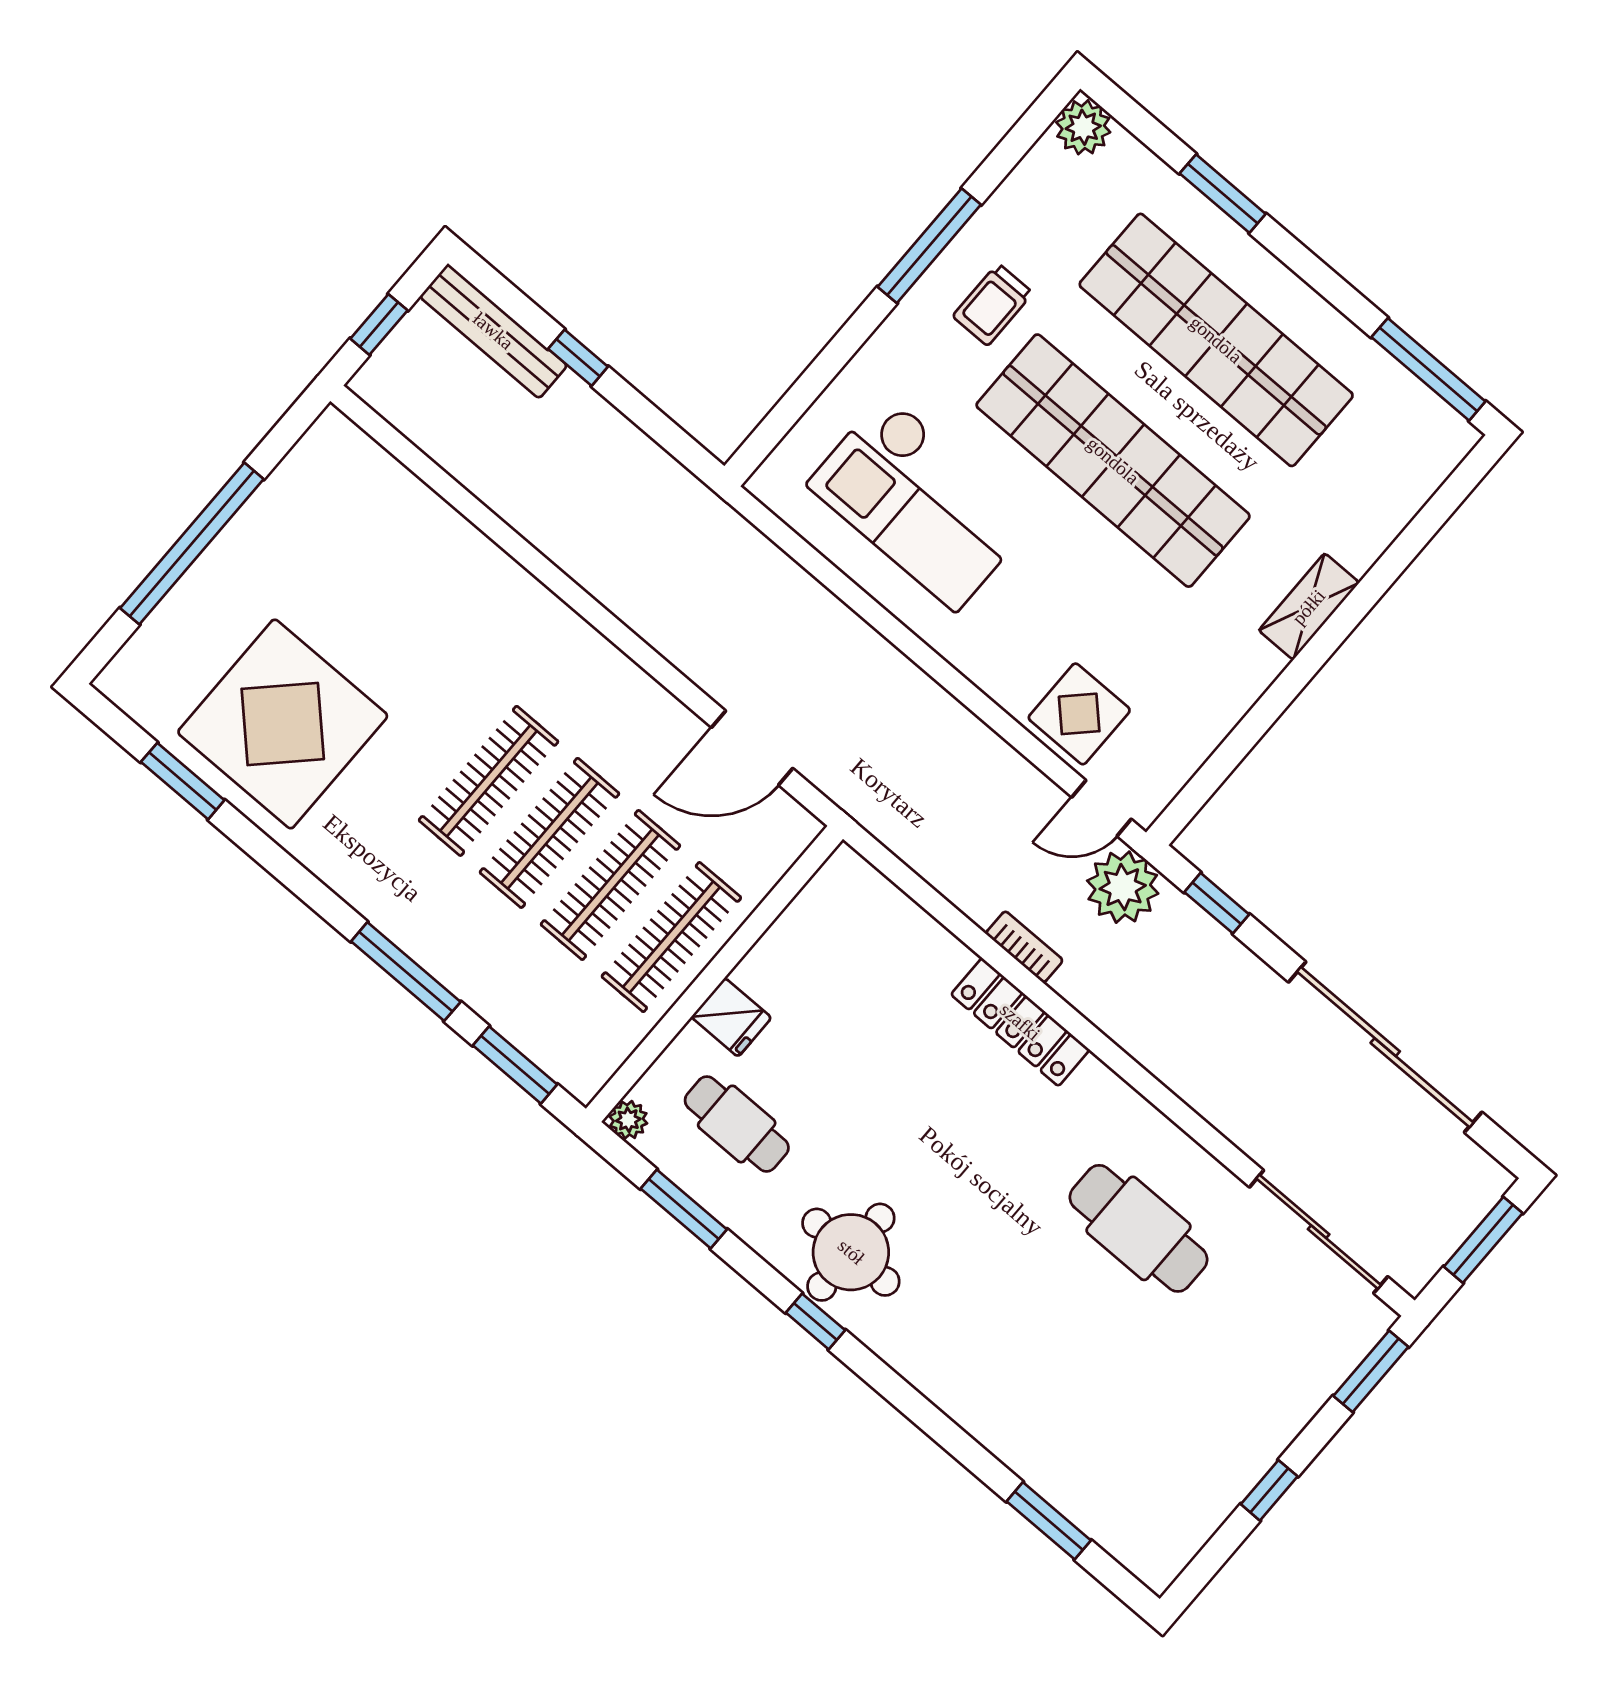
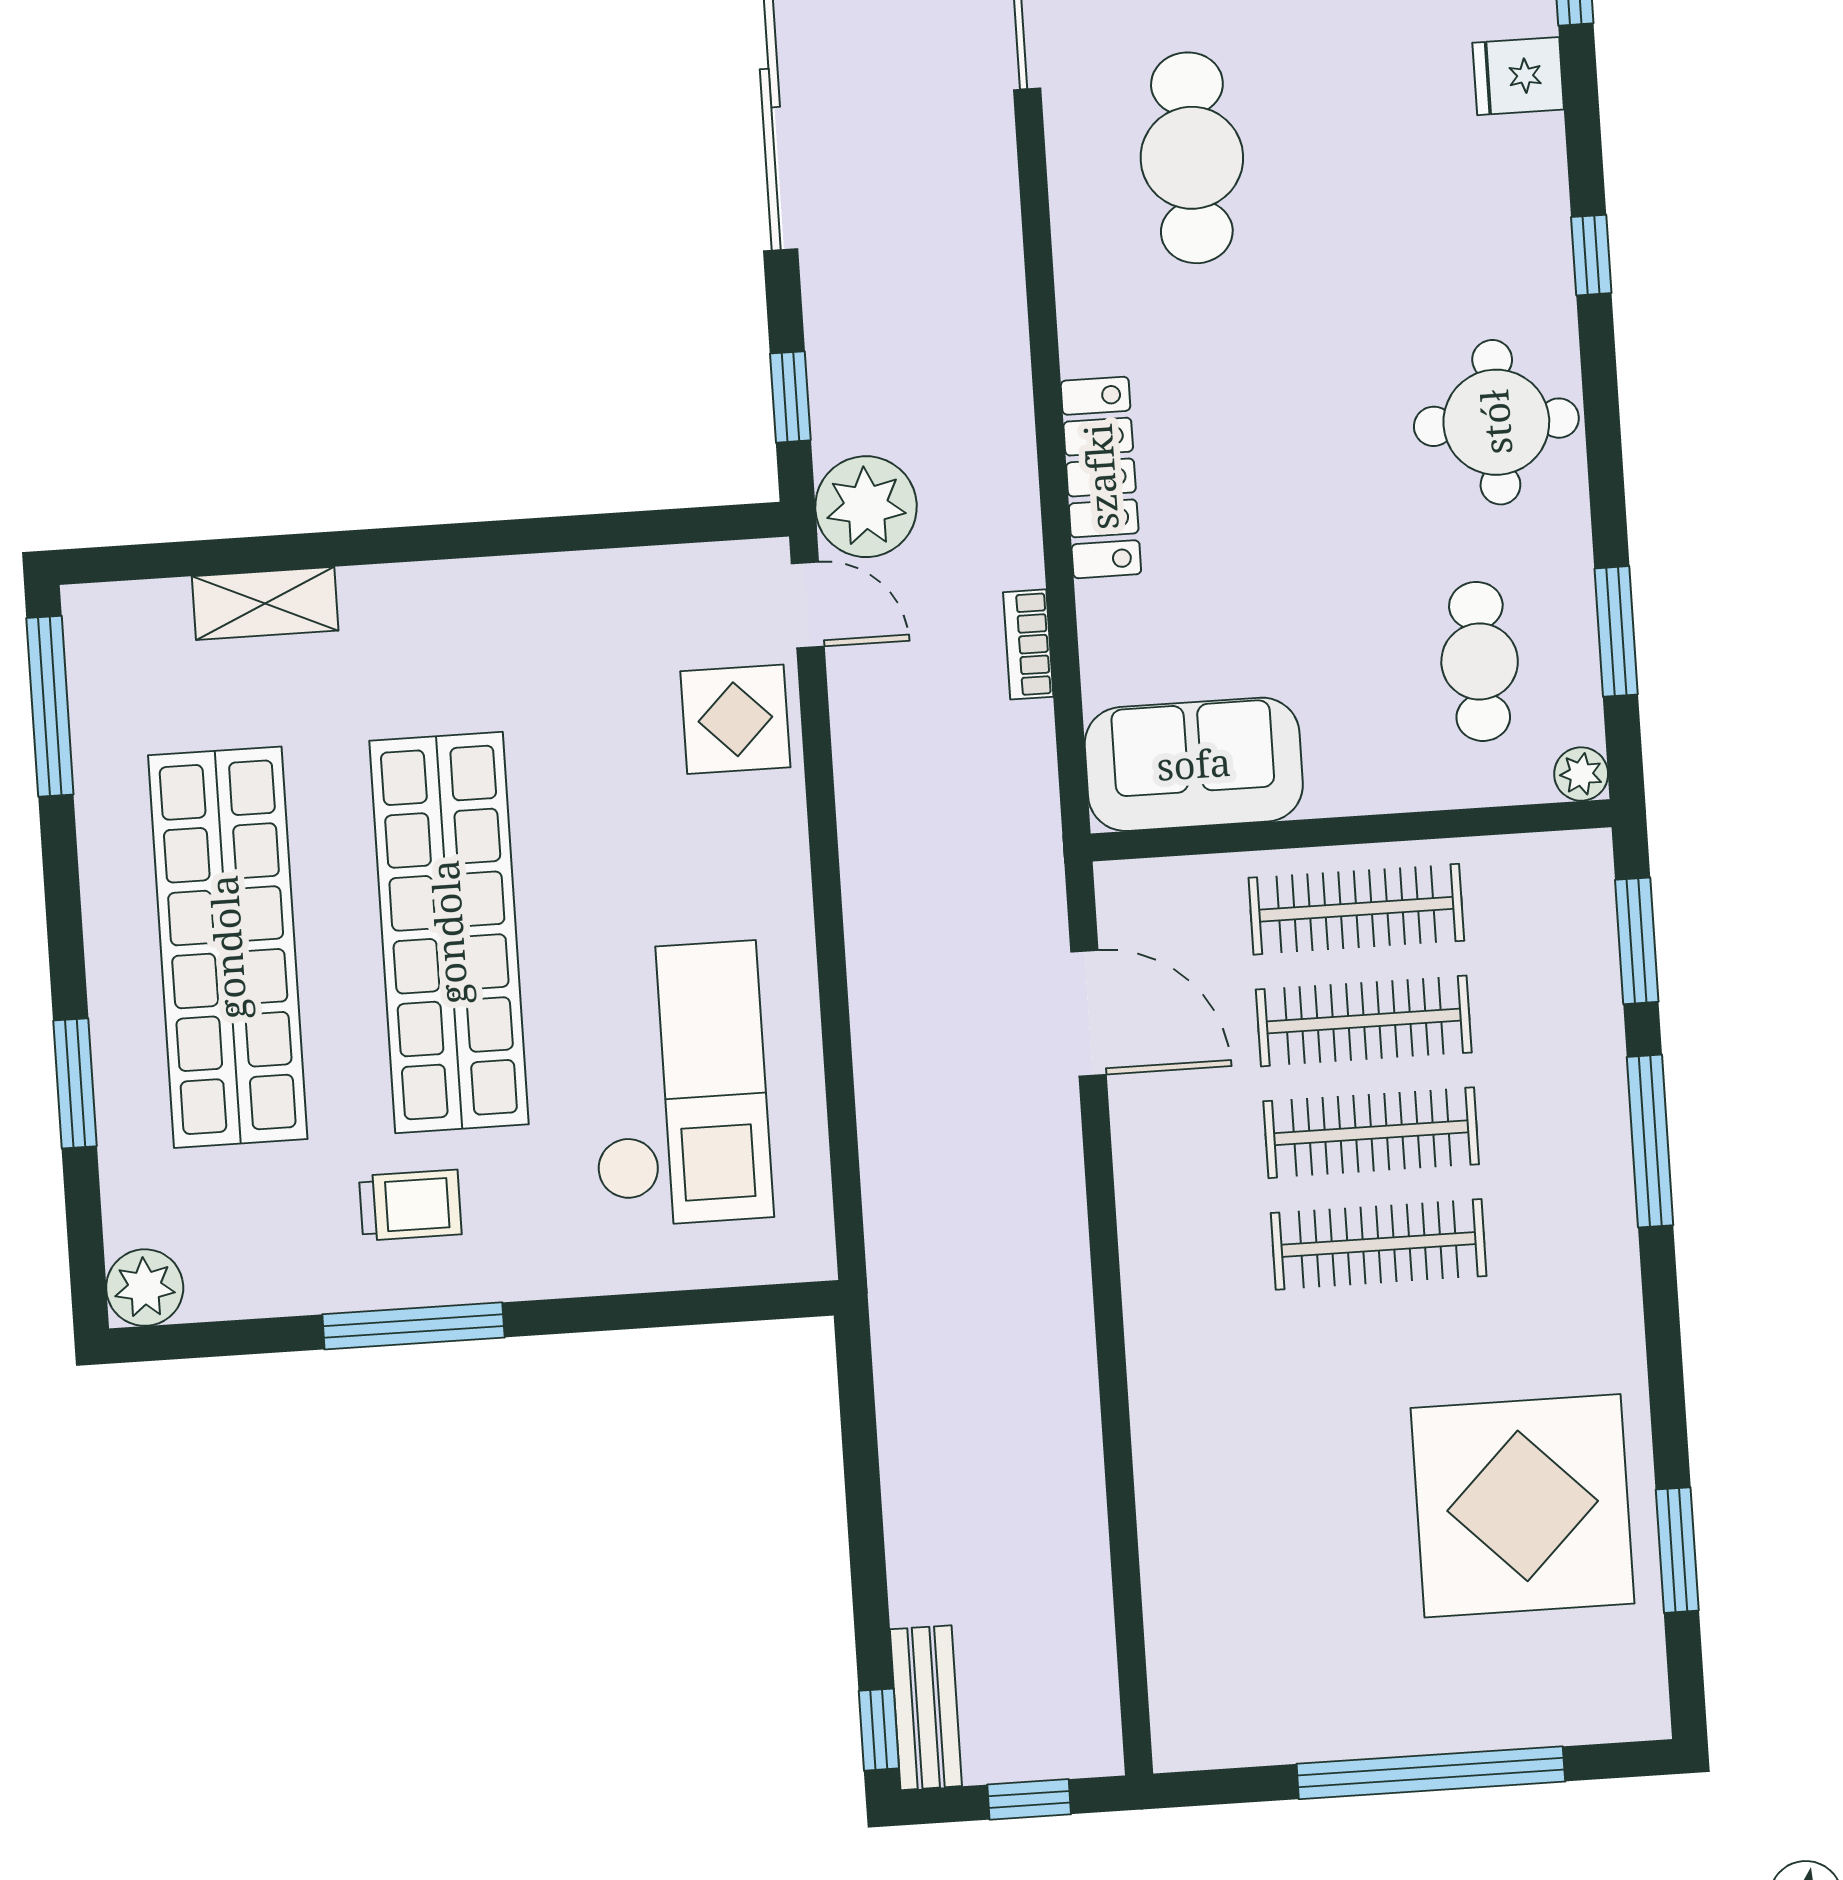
bench: (493, 331) -> (926, 1708), width x0.73
window: (578, 358) -> (879, 1730), moved
shelving: (1309, 607) -> (265, 603), moved
sofa: (827, 926) -> (1194, 764), added
bookcase: (1024, 947) -> (1028, 644), moved
fridge: (731, 1017) -> (1518, 76), moved, turned -90
window: (815, 1321) -> (1591, 255), moved

